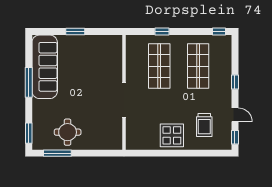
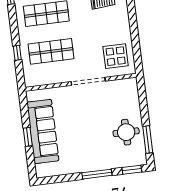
sofa: (45, 67) -> (43, 131), moved, turned 90
window: (29, 82) -> (97, 174), moved
display table: (172, 135) -> (116, 56), moved

